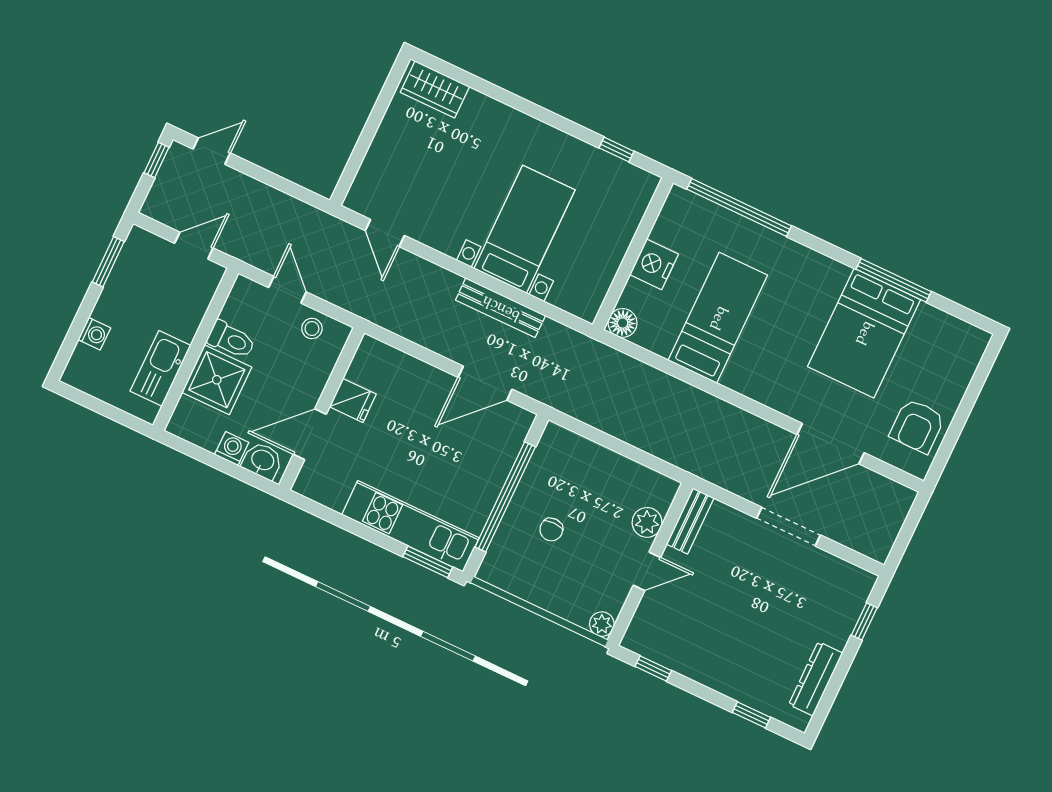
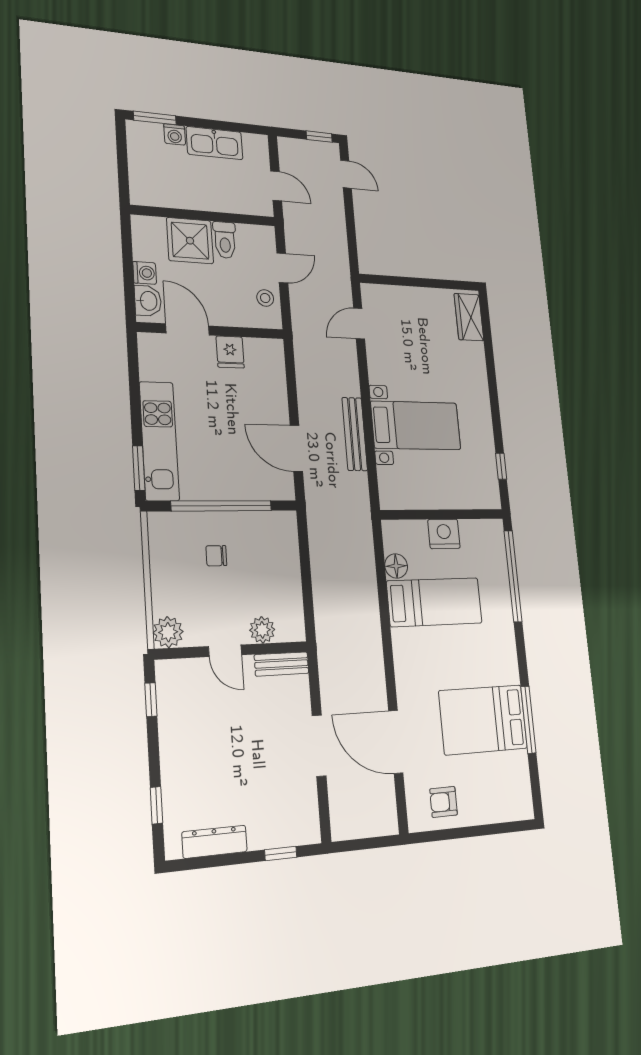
window: (108, 262) -> (155, 118), moved
floor lamp: (623, 323) -> (396, 566), moved
kitchen sink: (160, 368) -> (215, 143), moved, turned 180
armchair: (917, 426) -> (444, 802), width x0.72, depth x0.72
plant: (602, 624) -> (168, 632), width x1.38, depth x1.38

